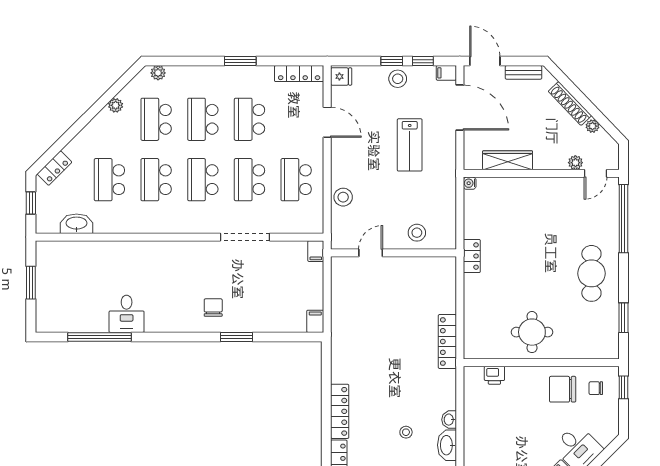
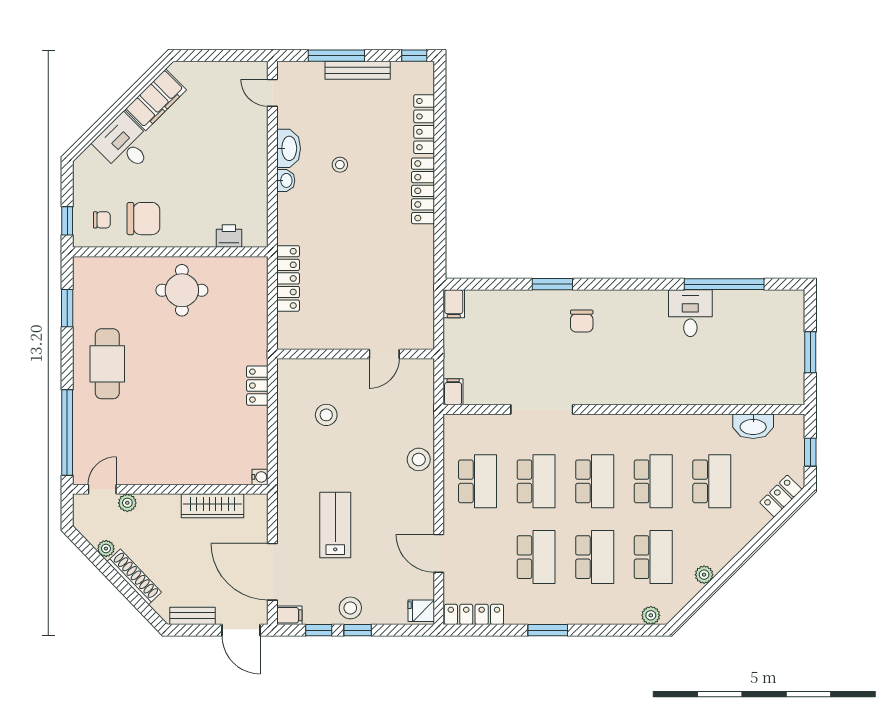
door: (371, 253) -> (384, 354), moved
wall: (394, 253) -> (356, 354), moved

